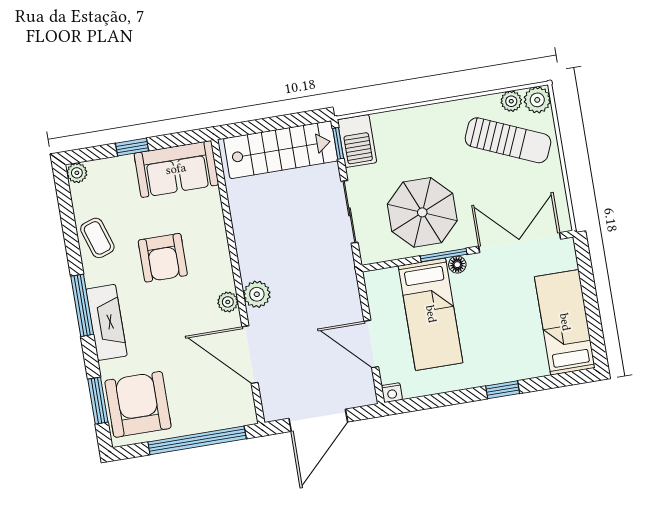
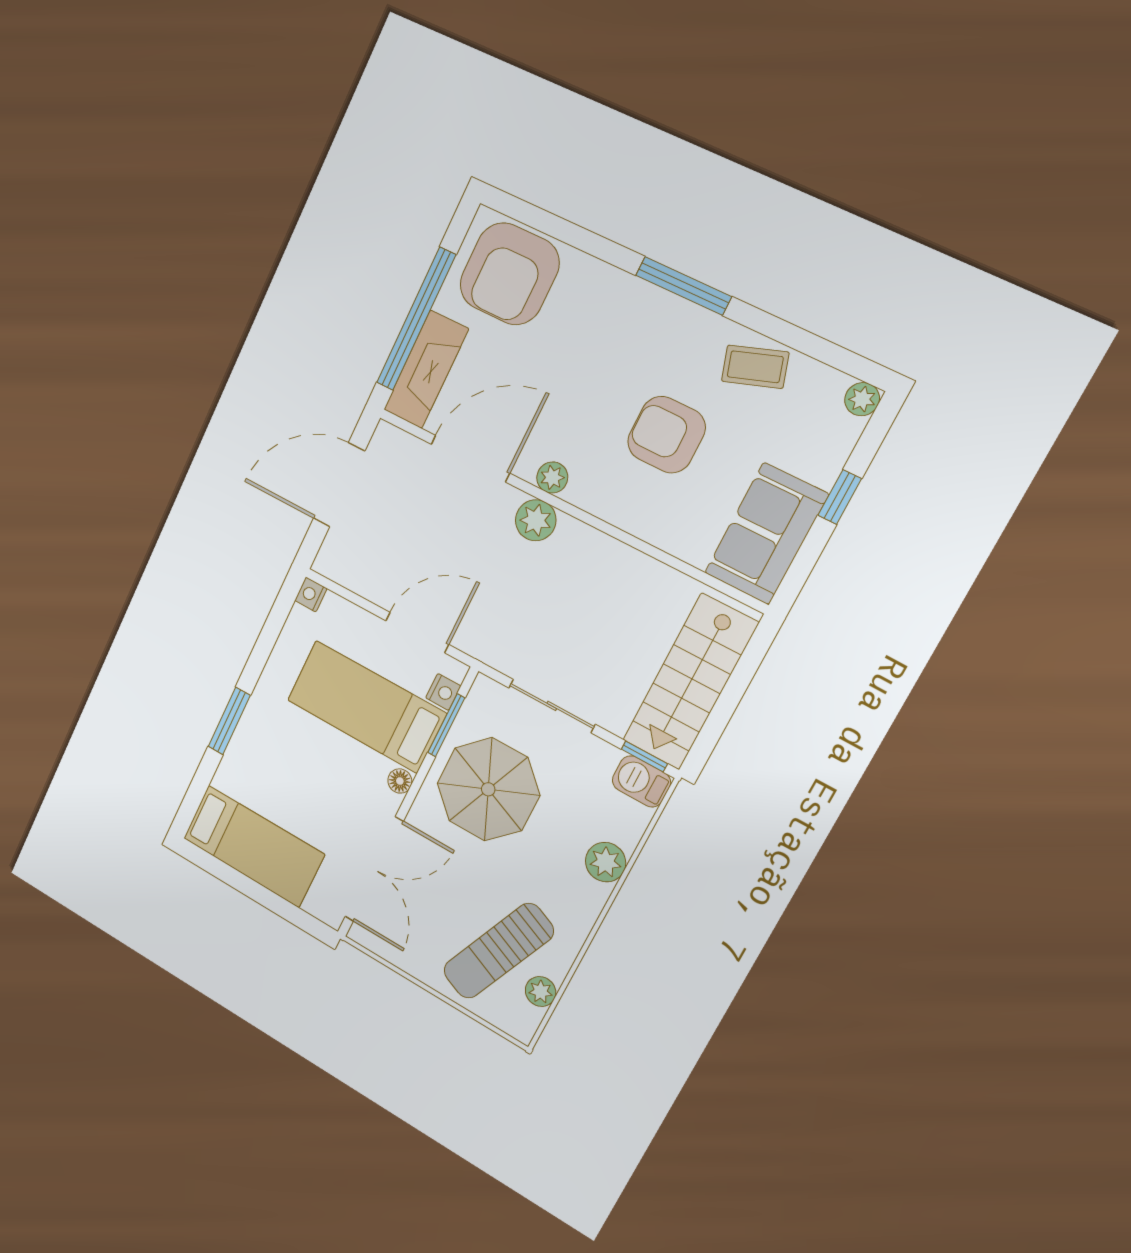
plant: (537, 100) -> (606, 862), moved
barbecue: (357, 141) -> (641, 781), width x0.73, depth x0.79
window: (444, 255) -> (446, 725), moved
nightstand: (388, 277) -> (443, 692), added
fireplace: (107, 322) -> (426, 369), moved, turned -90
door: (371, 344) -> (417, 633), moved
window: (503, 390) -> (229, 721), width x1.50
window: (98, 401) -> (550, 224), removed
armchair: (138, 404) -> (509, 274), turned 90
door: (318, 420) -> (339, 485), hinge flipped

